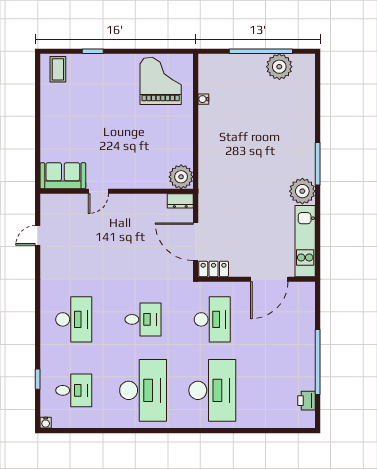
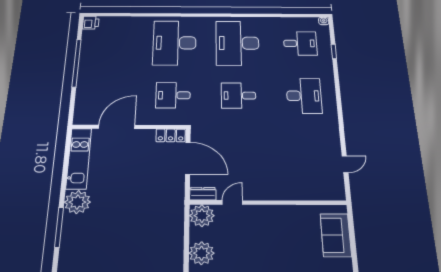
plant: (181, 137) -> (202, 253), added
sofa: (63, 176) -> (336, 235), moved, turned 90
door: (98, 191) -> (232, 202), moved
desk: (74, 319) -> (304, 96), turned 180
desk: (212, 319) -> (173, 95), width x0.73
desk: (74, 390) -> (300, 43), turned 180
printer: (307, 401) -> (91, 23), moved

